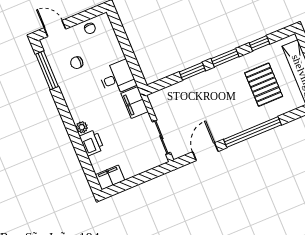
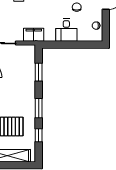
window: (192, 71) -> (39, 72), moved
desk: (117, 78) -> (66, 30), moved

